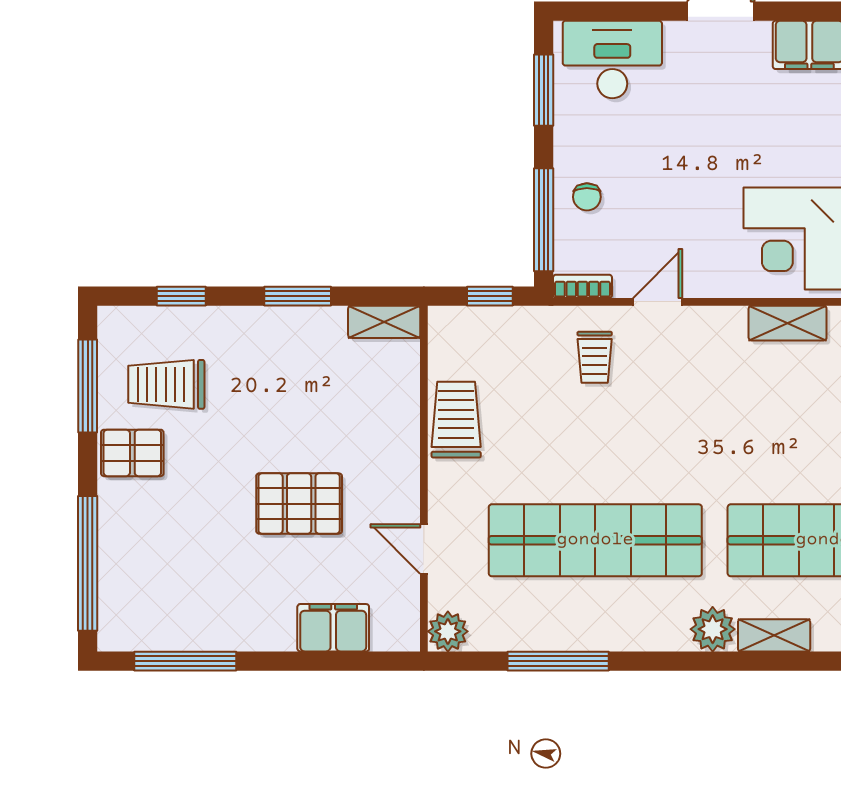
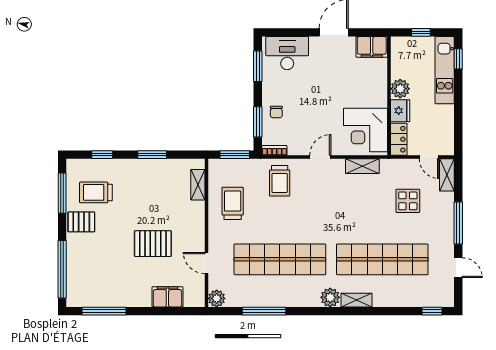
window: (544, 220) -> (258, 122), width x0.69
window: (490, 296) -> (235, 155), width x1.50
door: (658, 302) -> (320, 157), moved
shelving: (384, 322) -> (198, 185), moved, turned 90
trolley: (595, 357) -> (280, 181), width x1.36, depth x1.39
trolley: (456, 420) -> (233, 203), moved

